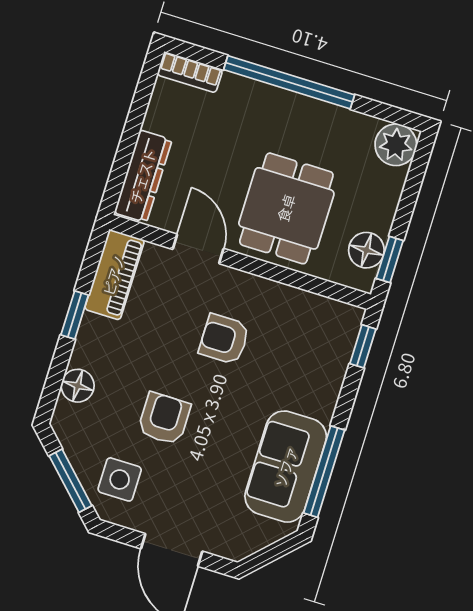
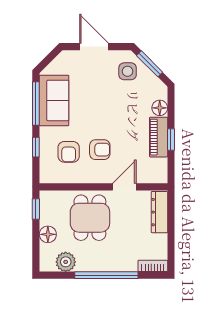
plant: (396, 145) -> (66, 262), moved
door: (198, 249) -> (124, 187), swing flipped
floor lamp: (366, 250) -> (48, 234), moved
piano: (114, 275) -> (159, 137), moved
window: (363, 346) -> (36, 147), moved
armchair: (164, 419) -> (69, 152), moved

